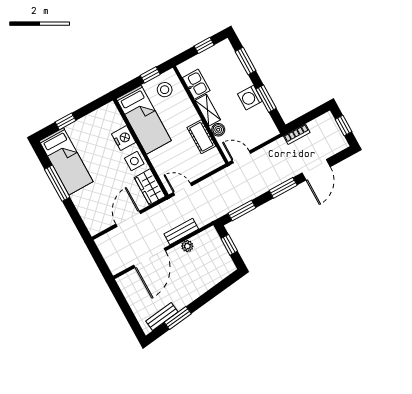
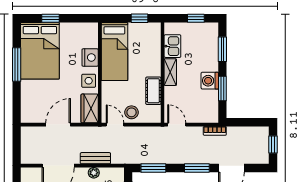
stool: (165, 90) -> (132, 112), moved
boiler: (218, 130) -> (170, 93), removed
bookcase: (297, 134) -> (215, 131), moved
bed: (66, 161) -> (40, 51), width x1.50

